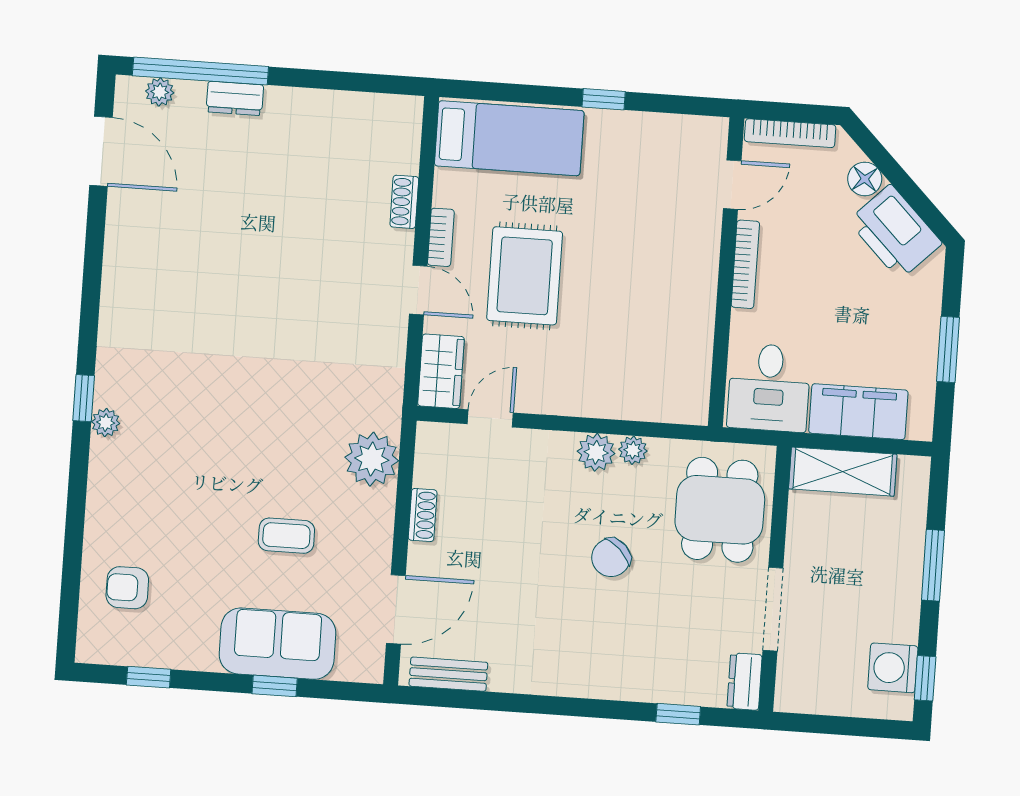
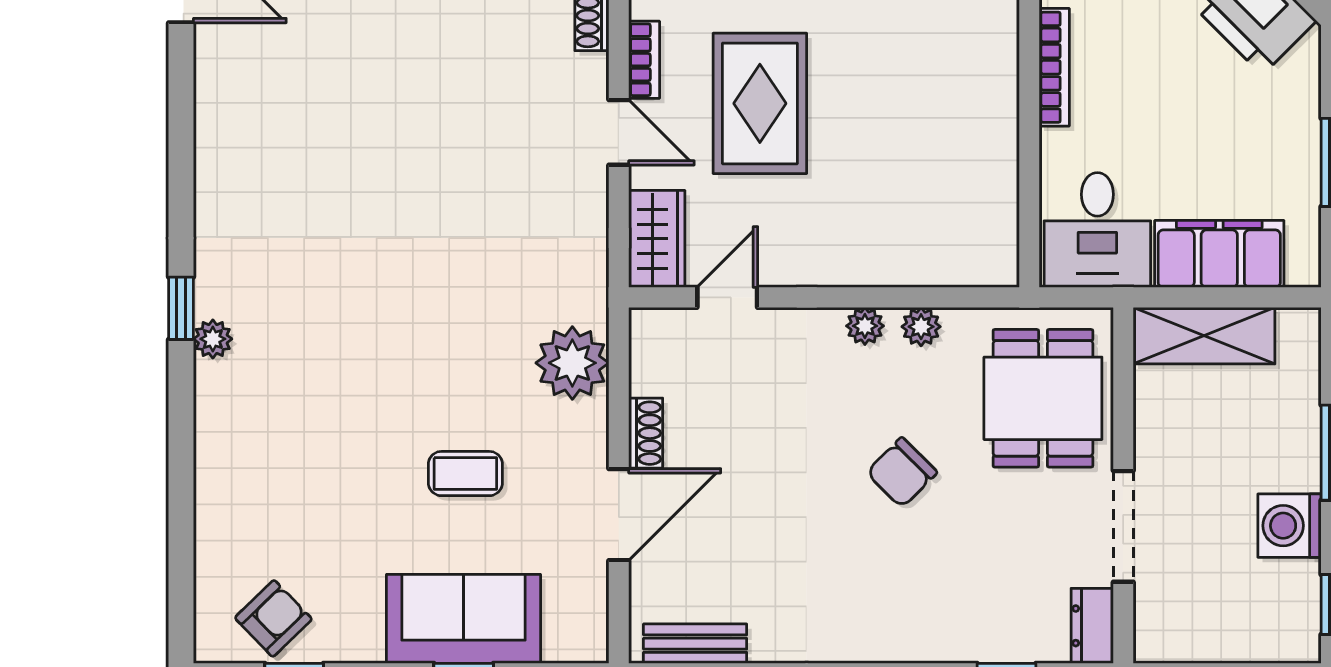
plant: (596, 452) -> (865, 326), width x0.73, depth x0.73
armchair: (127, 588) -> (273, 618), moved, turned 136
door: (396, 609) -> (619, 515), moved
washing machine: (893, 668) -> (1289, 526), moved

